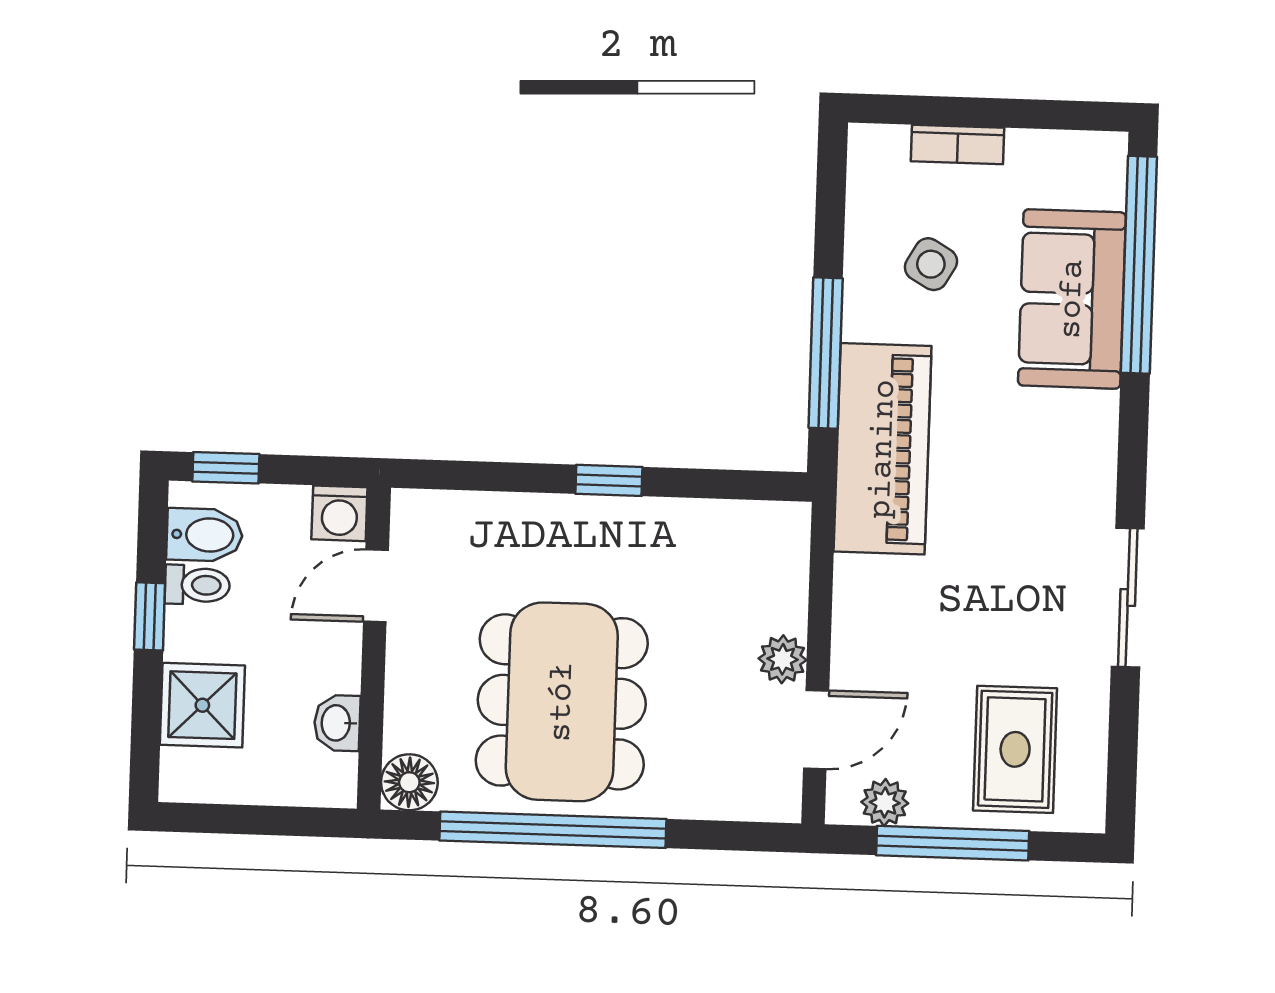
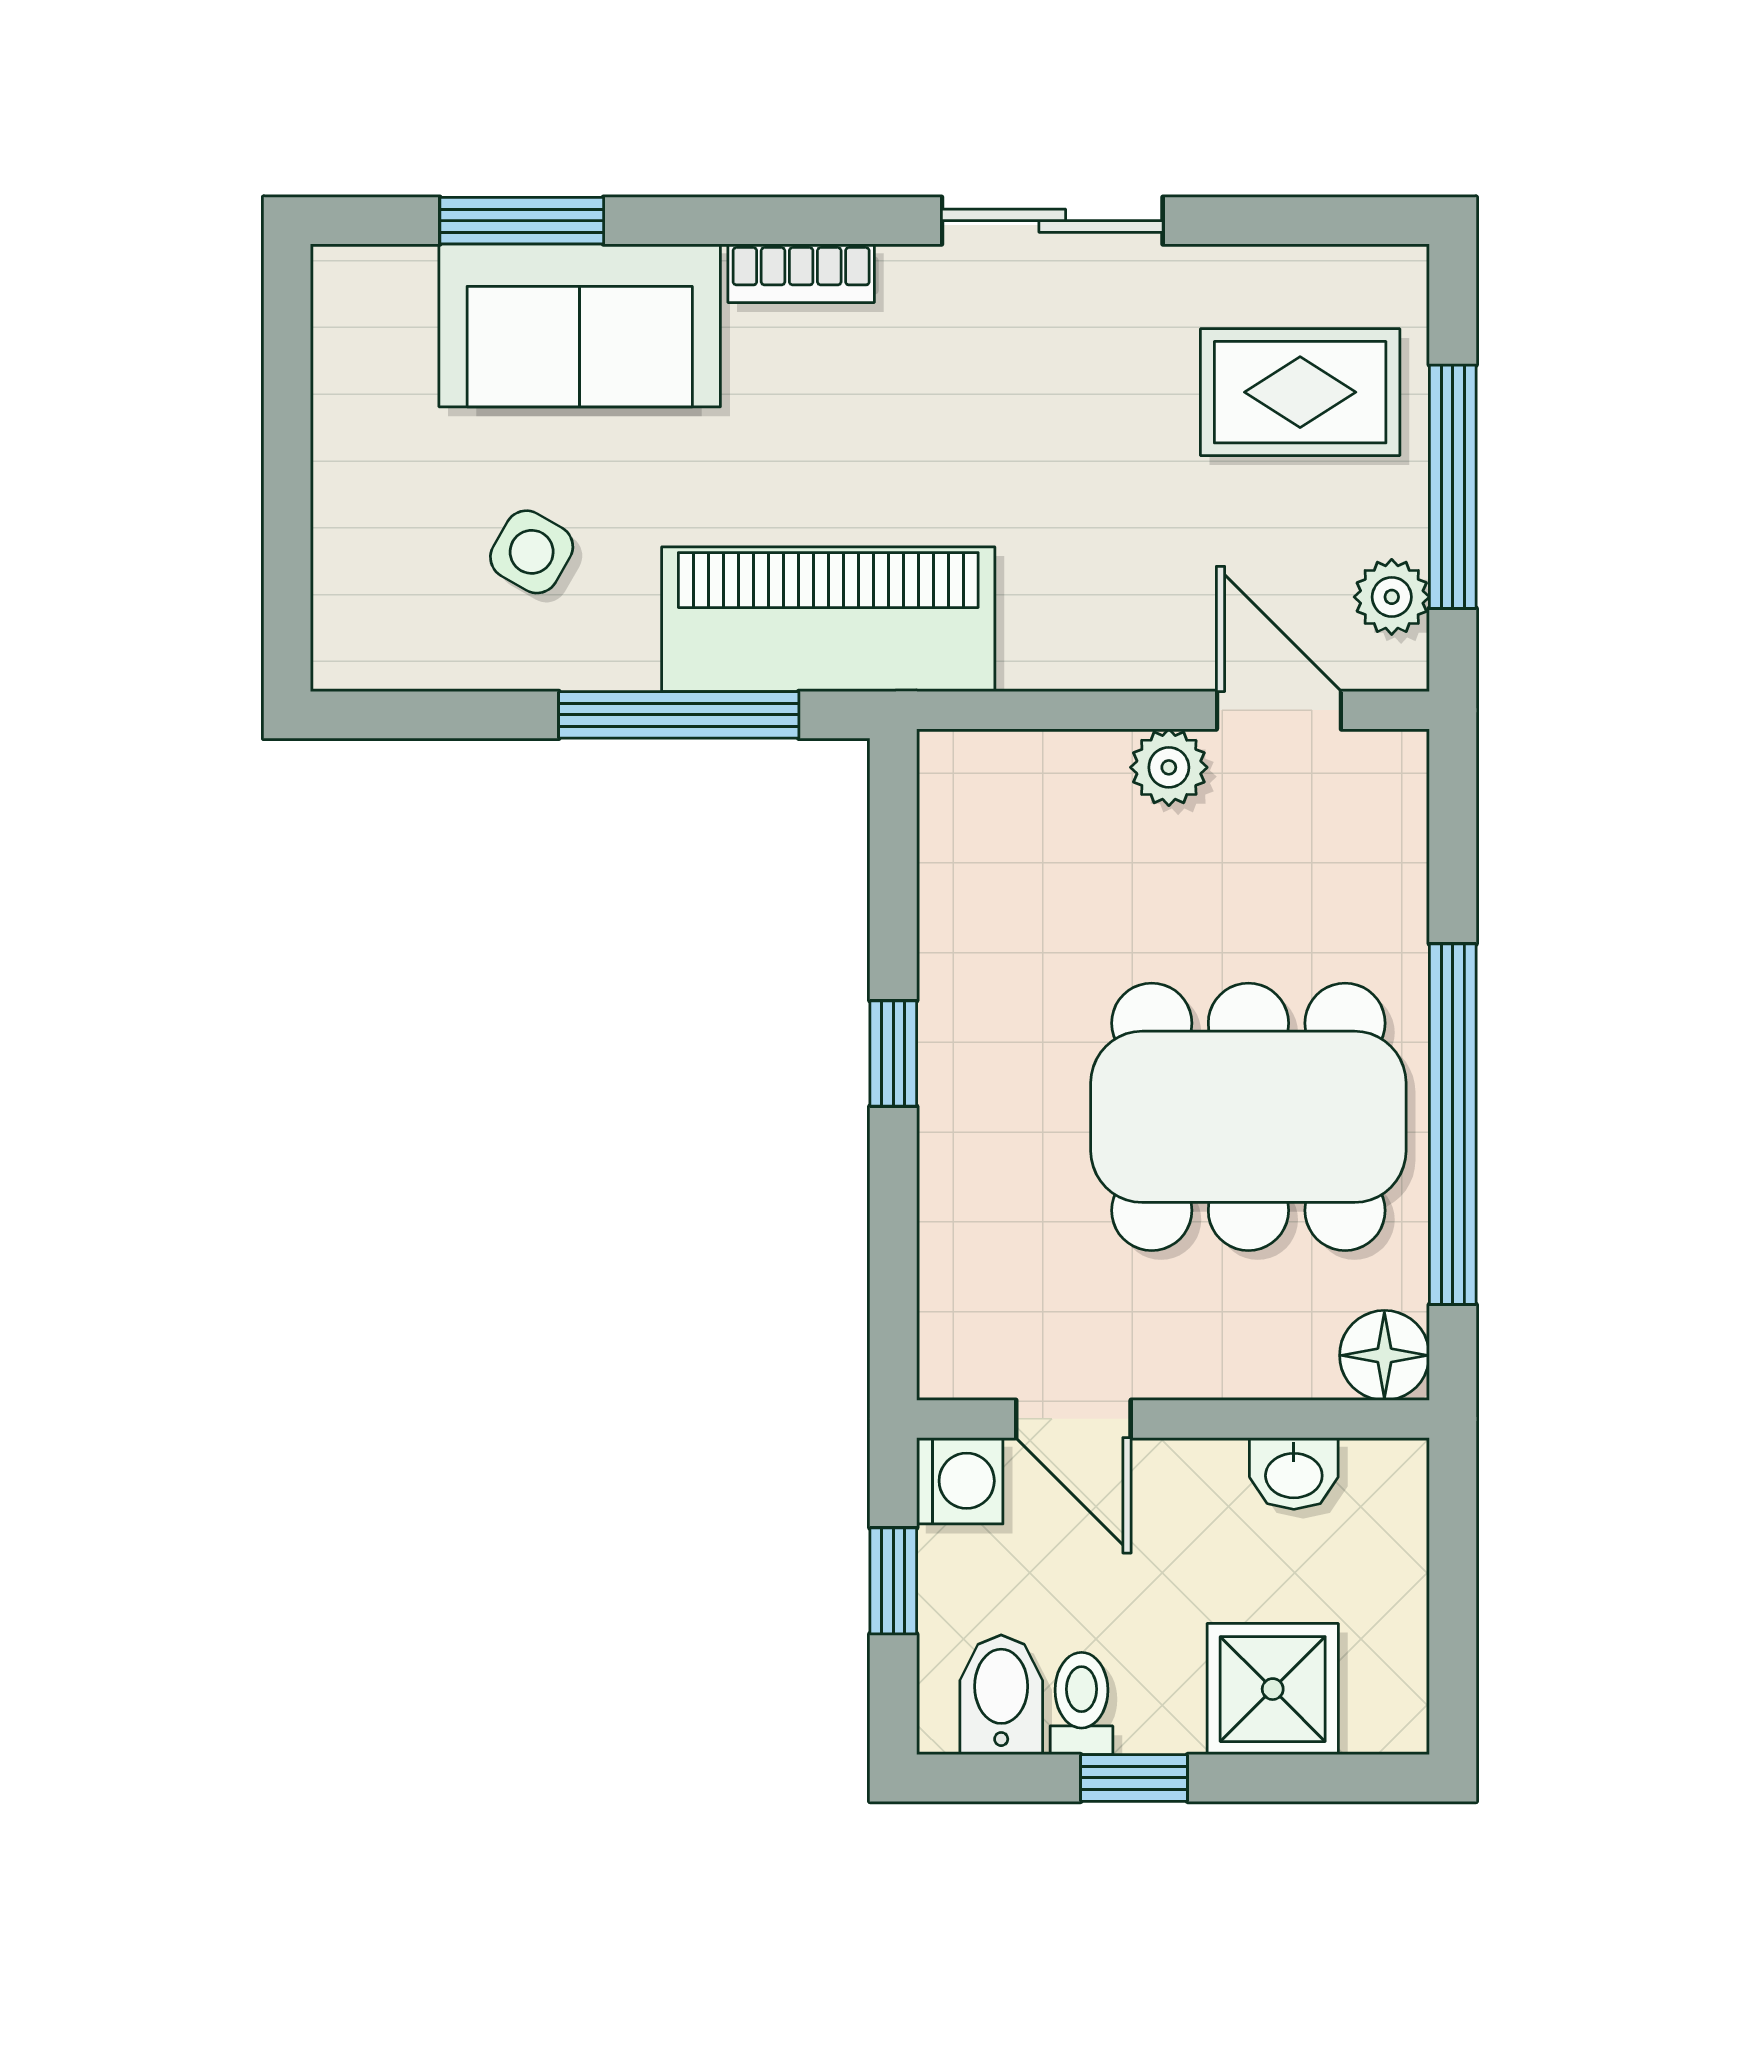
bookcase: (958, 145) -> (801, 273), moved, turned 90
window: (1139, 265) -> (522, 221), width x0.47
window: (226, 468) -> (893, 1581), moved

